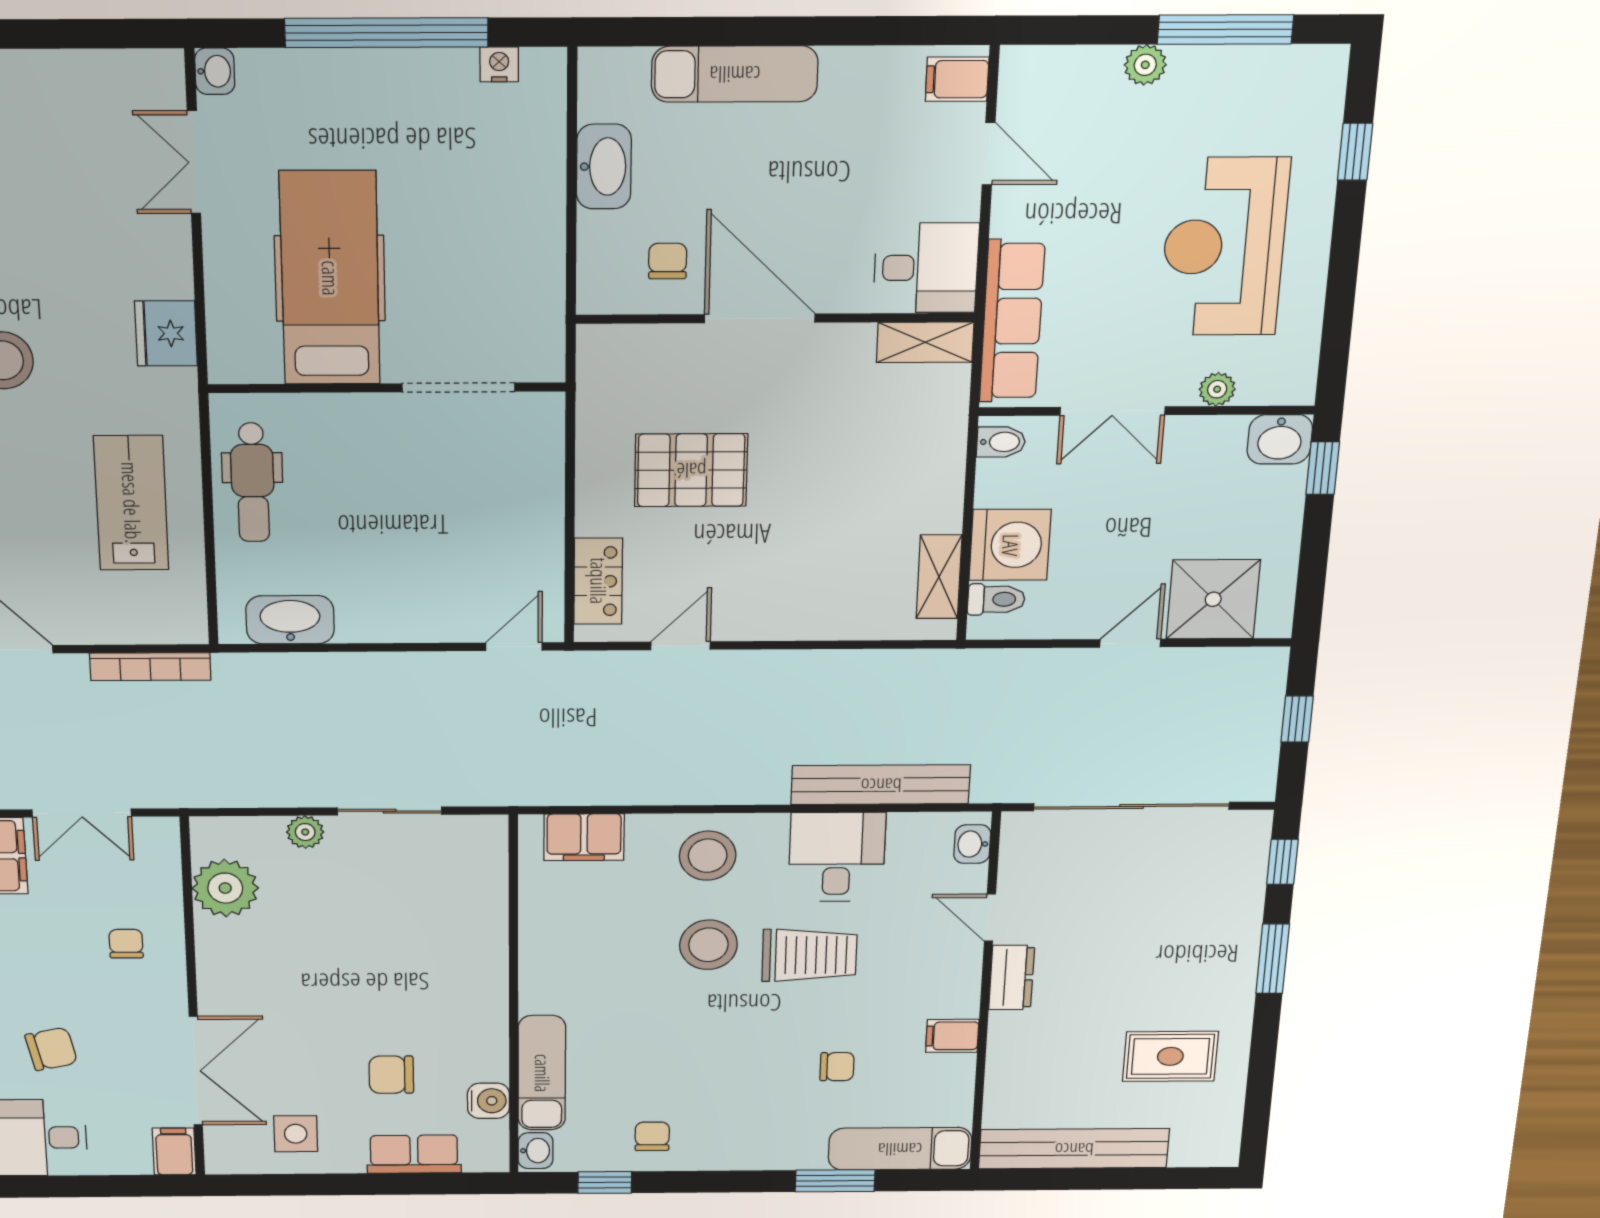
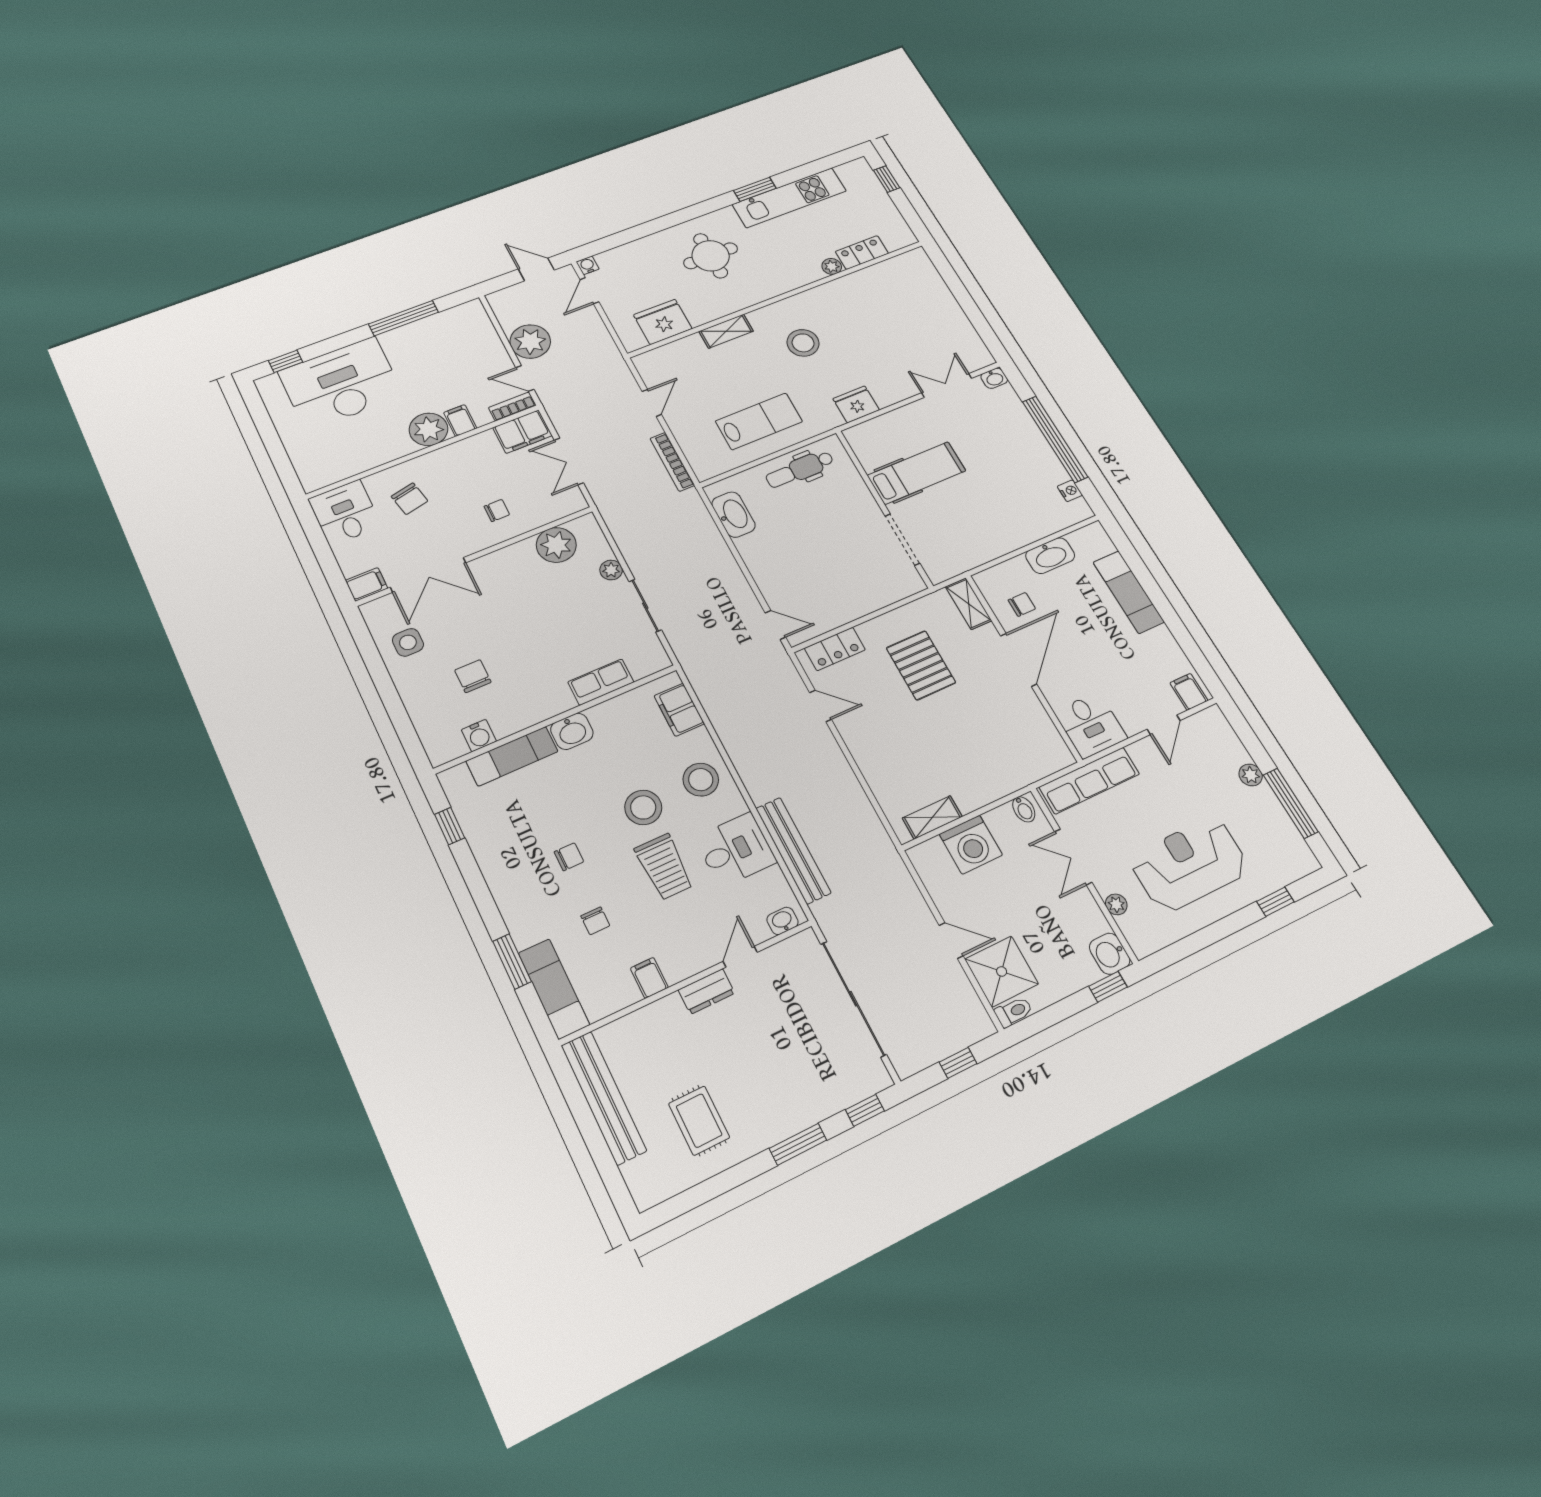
hospital bed: (330, 278) -> (917, 473), width x0.73, depth x0.78
shelving: (925, 342) -> (969, 604), moved
toilet: (996, 599) -> (1014, 1012), moved, turned -90
chair: (652, 1136) -> (569, 857), moved
washbasin: (536, 1151) -> (572, 731), moved, width x1.38, depth x1.45
row of seats: (414, 1154) -> (601, 682), moved, turned -90

